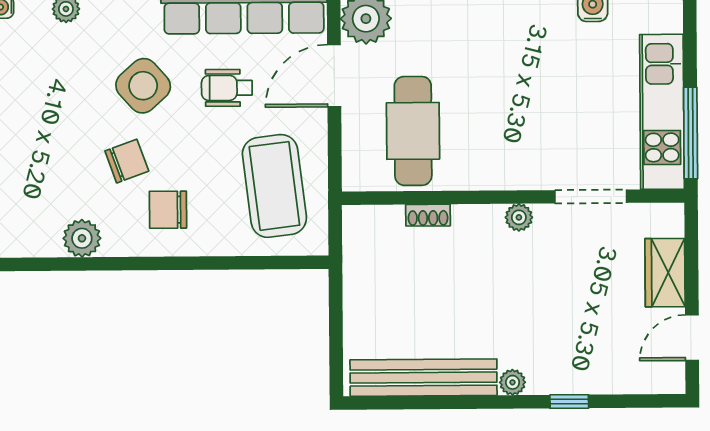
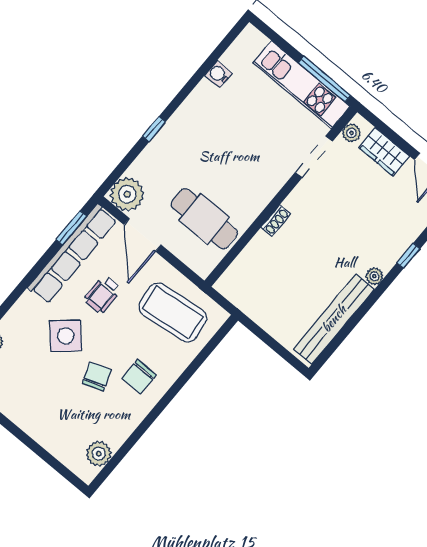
shoe rack: (428, 215) -> (276, 221), moved
plant: (519, 217) -> (351, 133), moved
plant: (82, 238) -> (99, 454), moved

